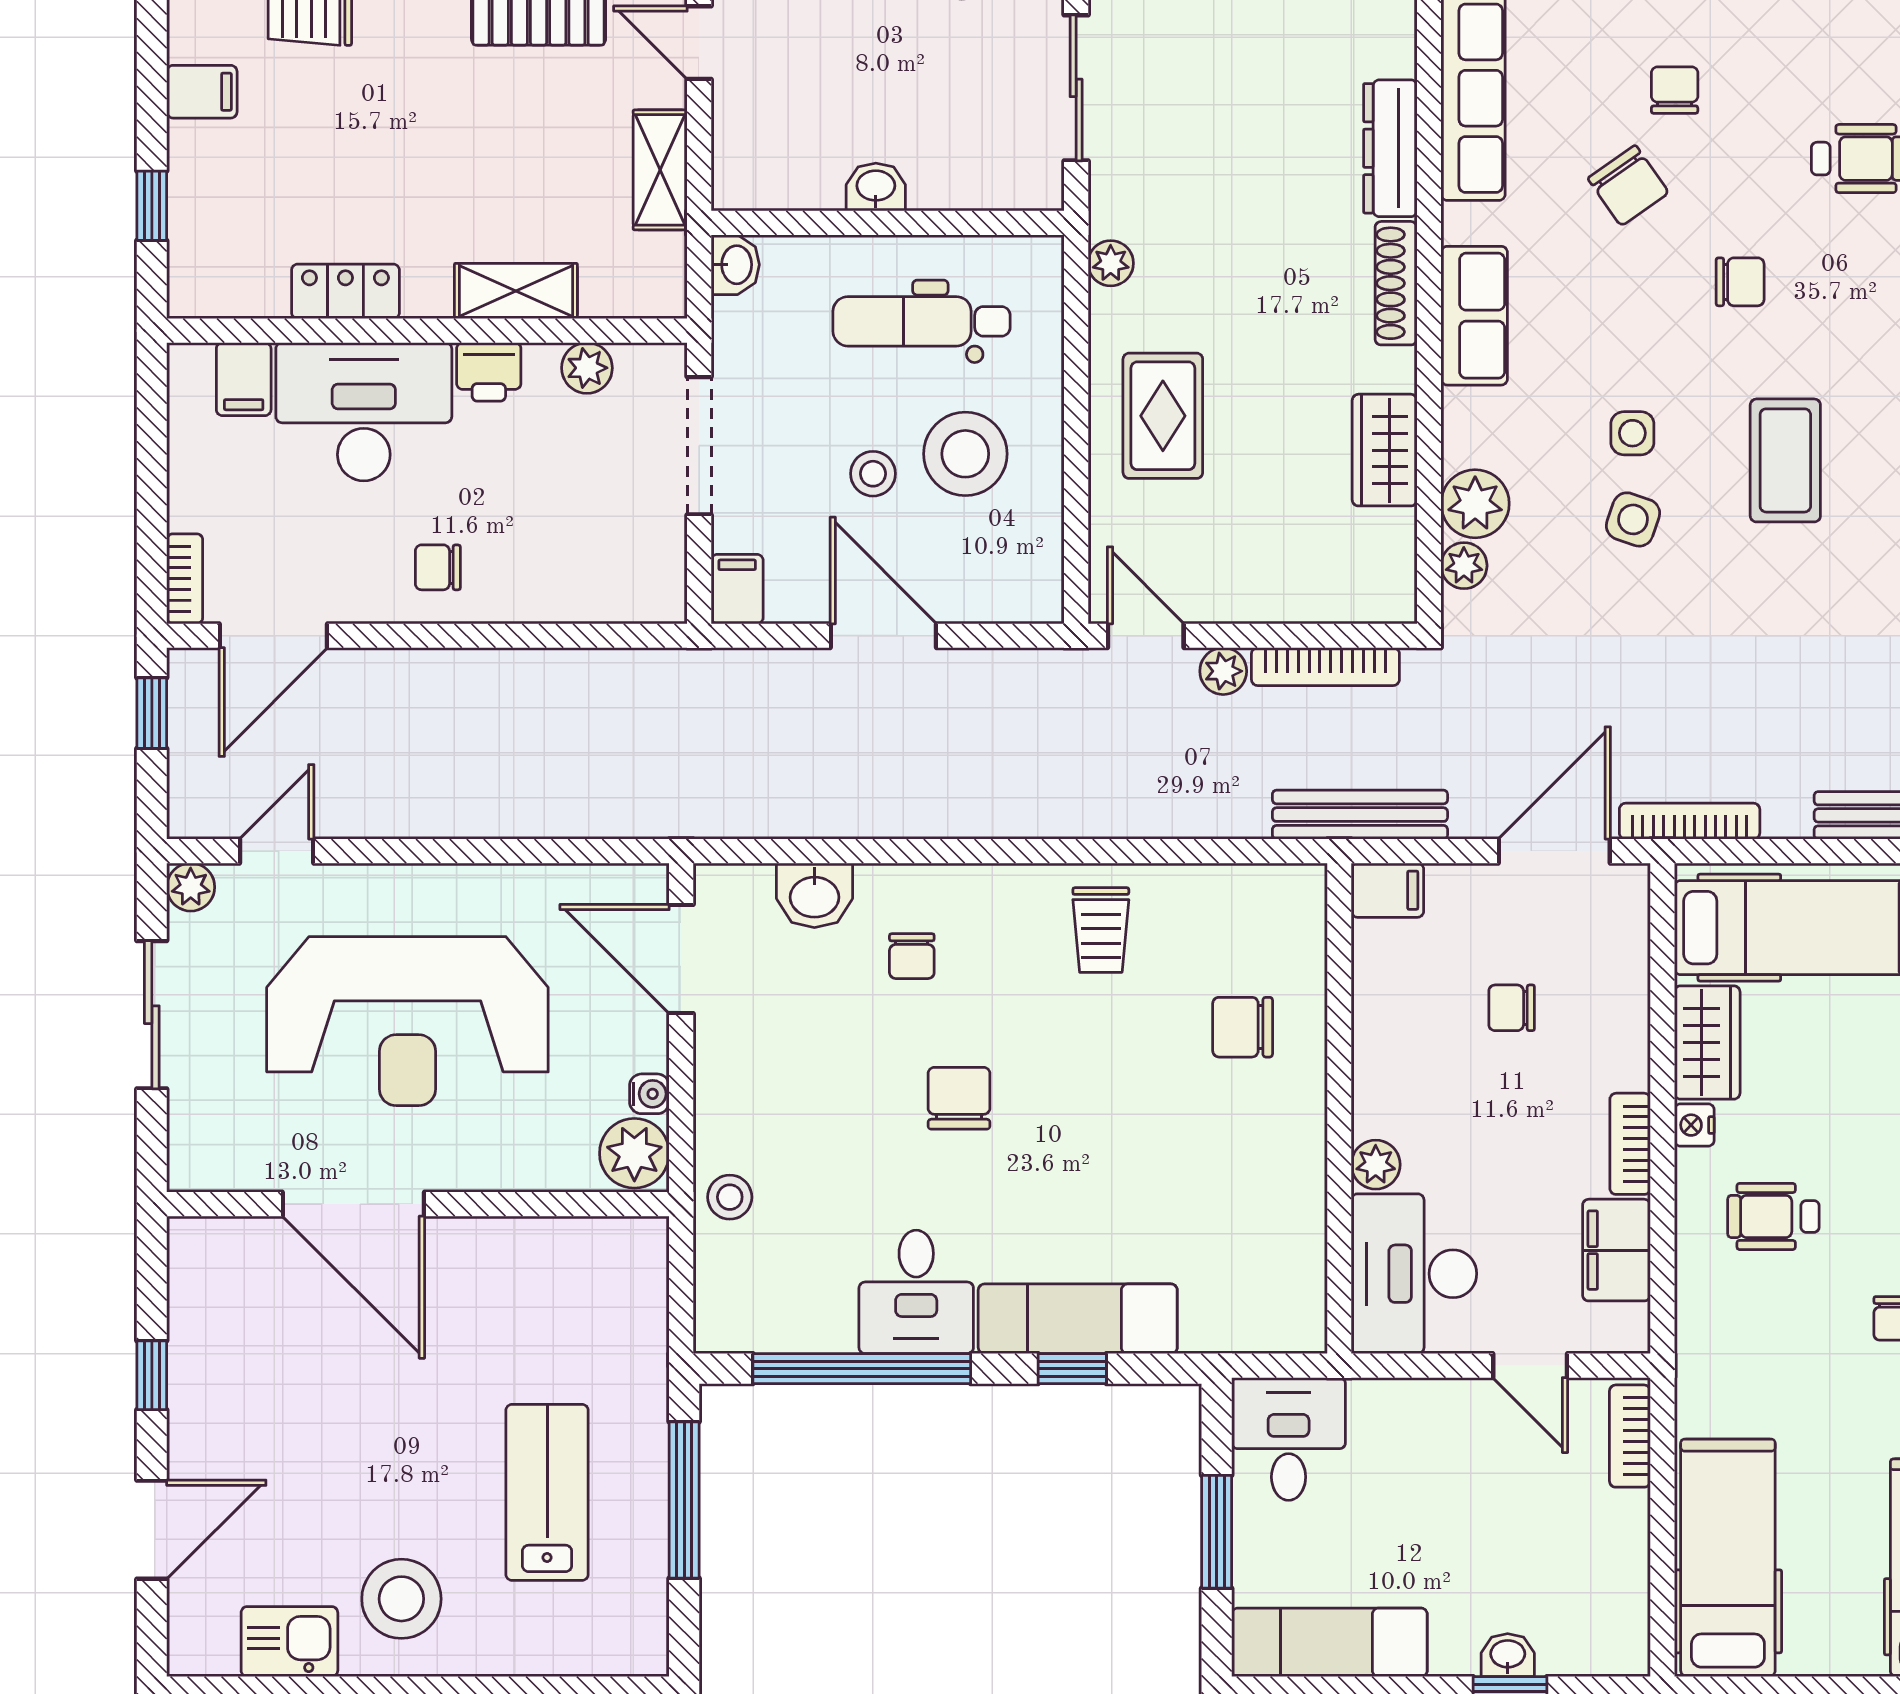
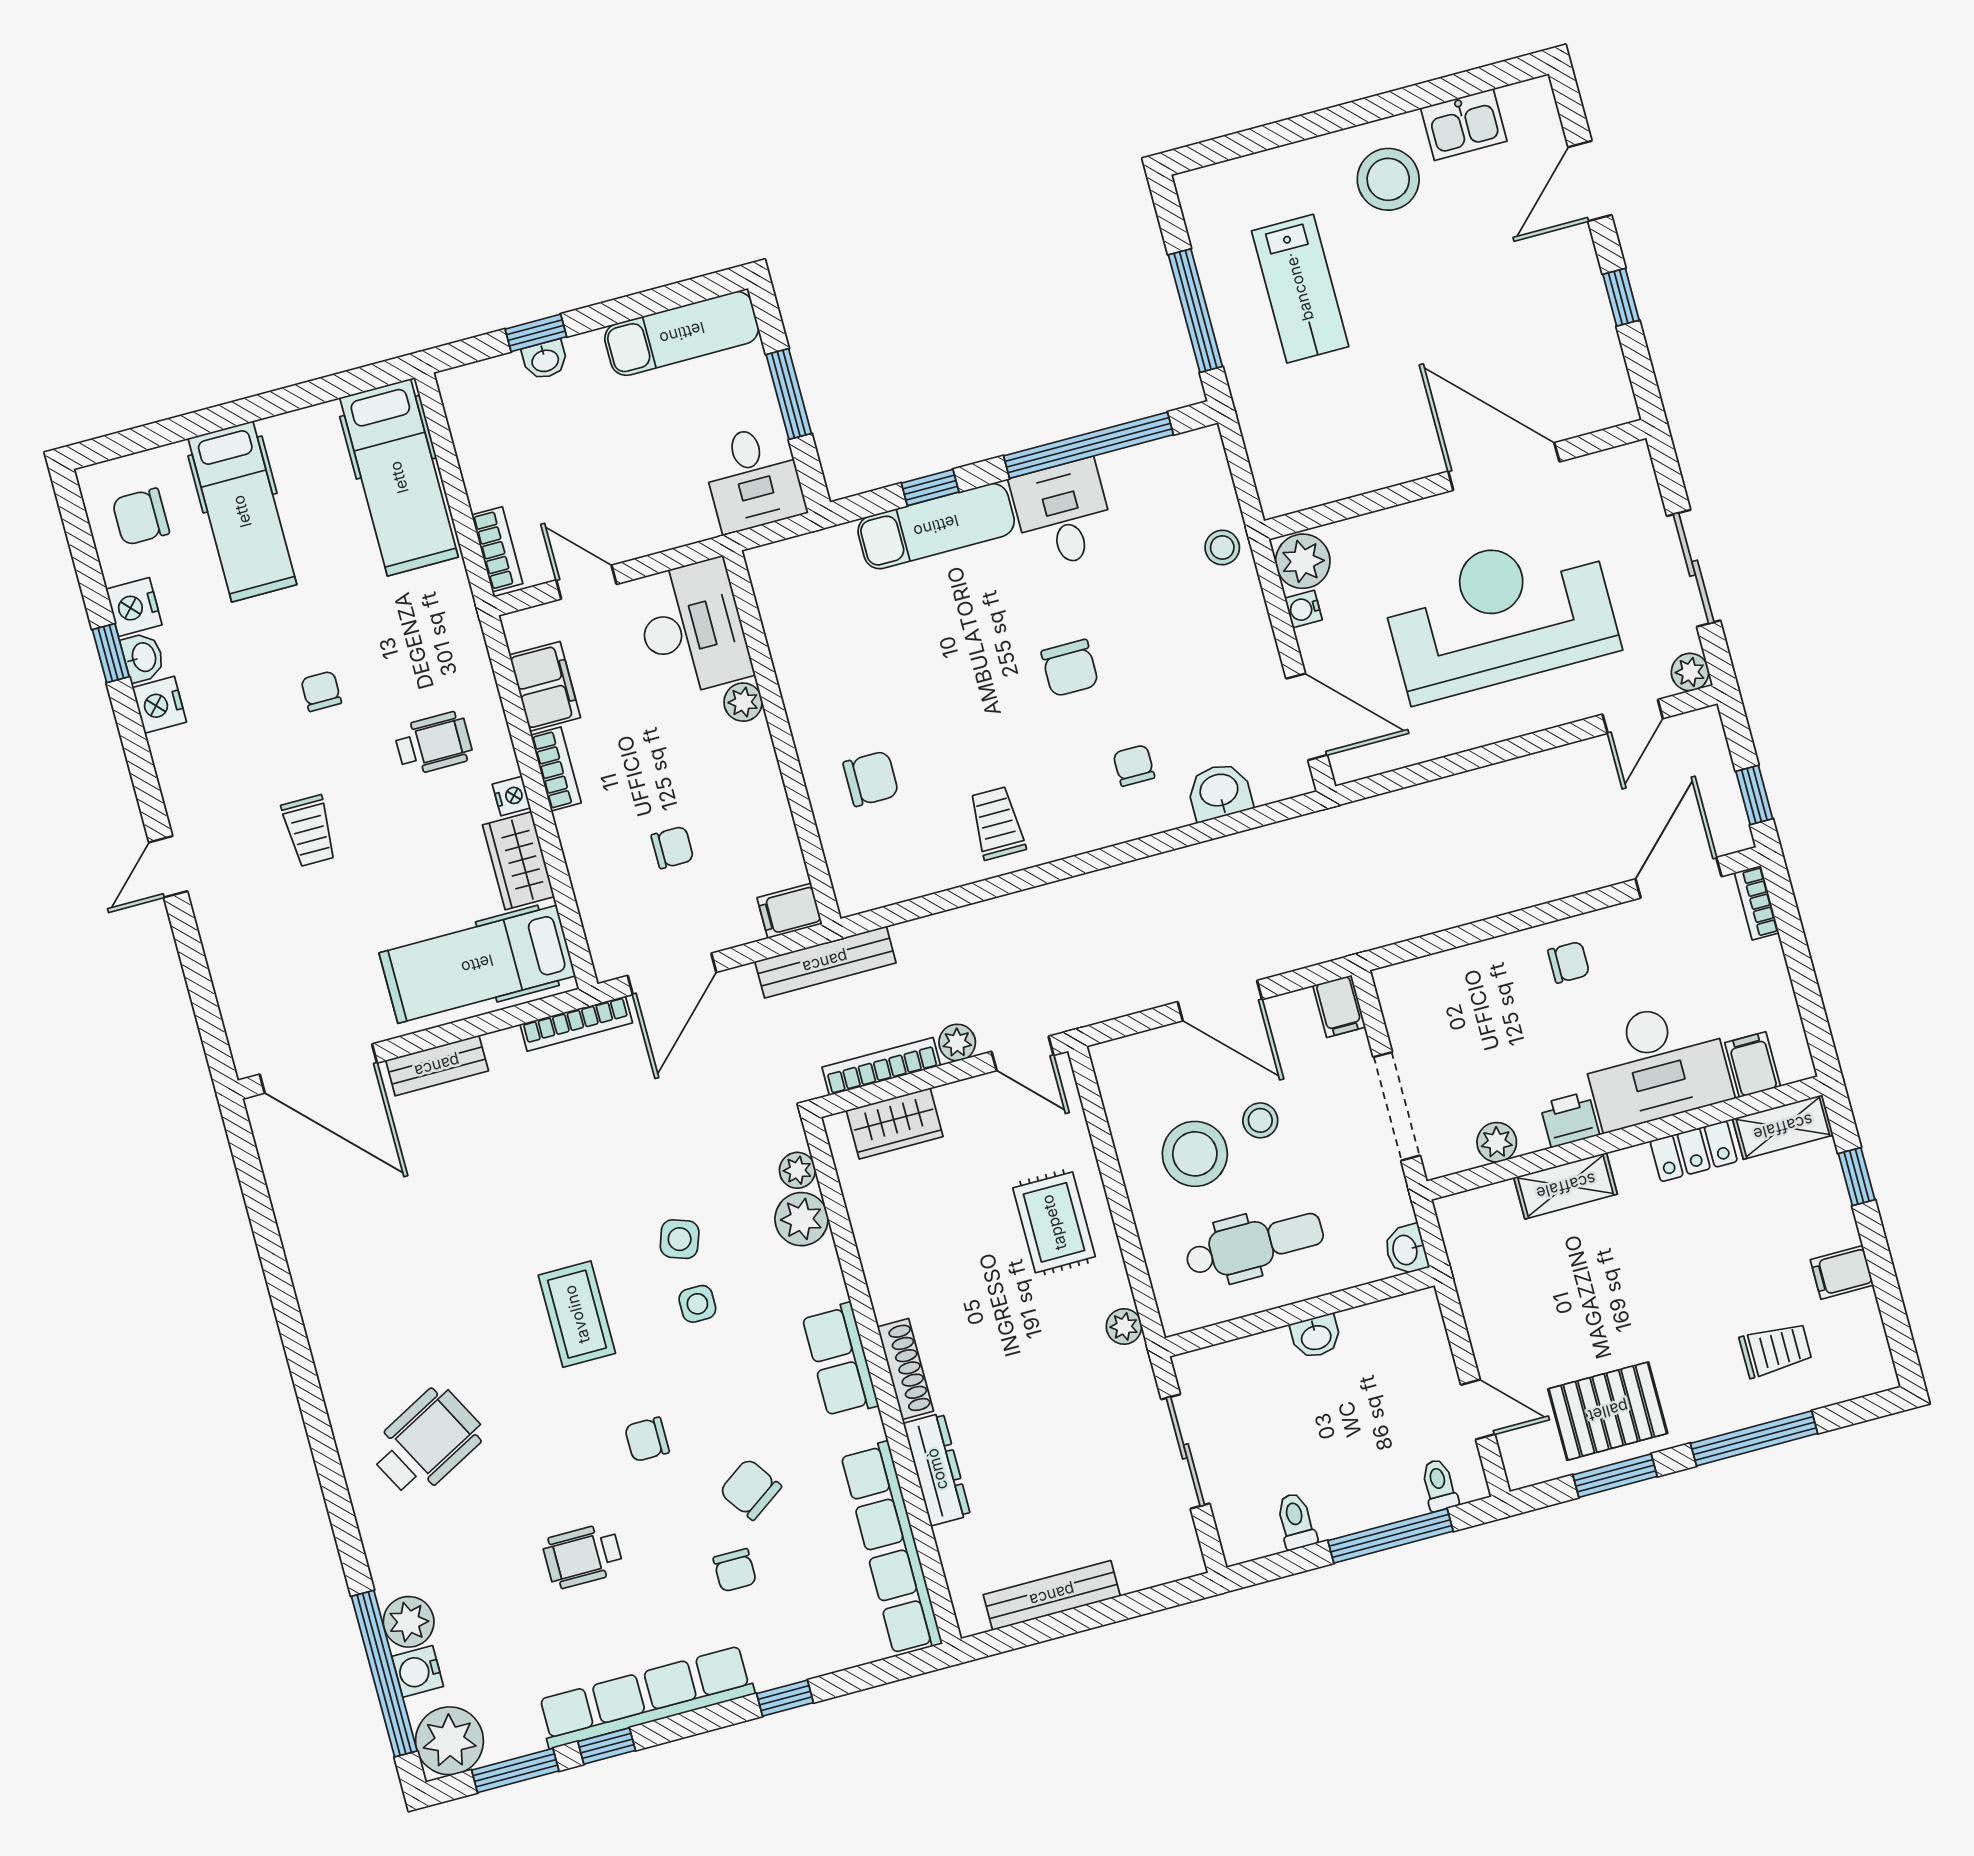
shelving: (660, 170) -> (1783, 1127), moved, turned 90
wardrobe: (1385, 450) -> (895, 1124), moved, turned 90

